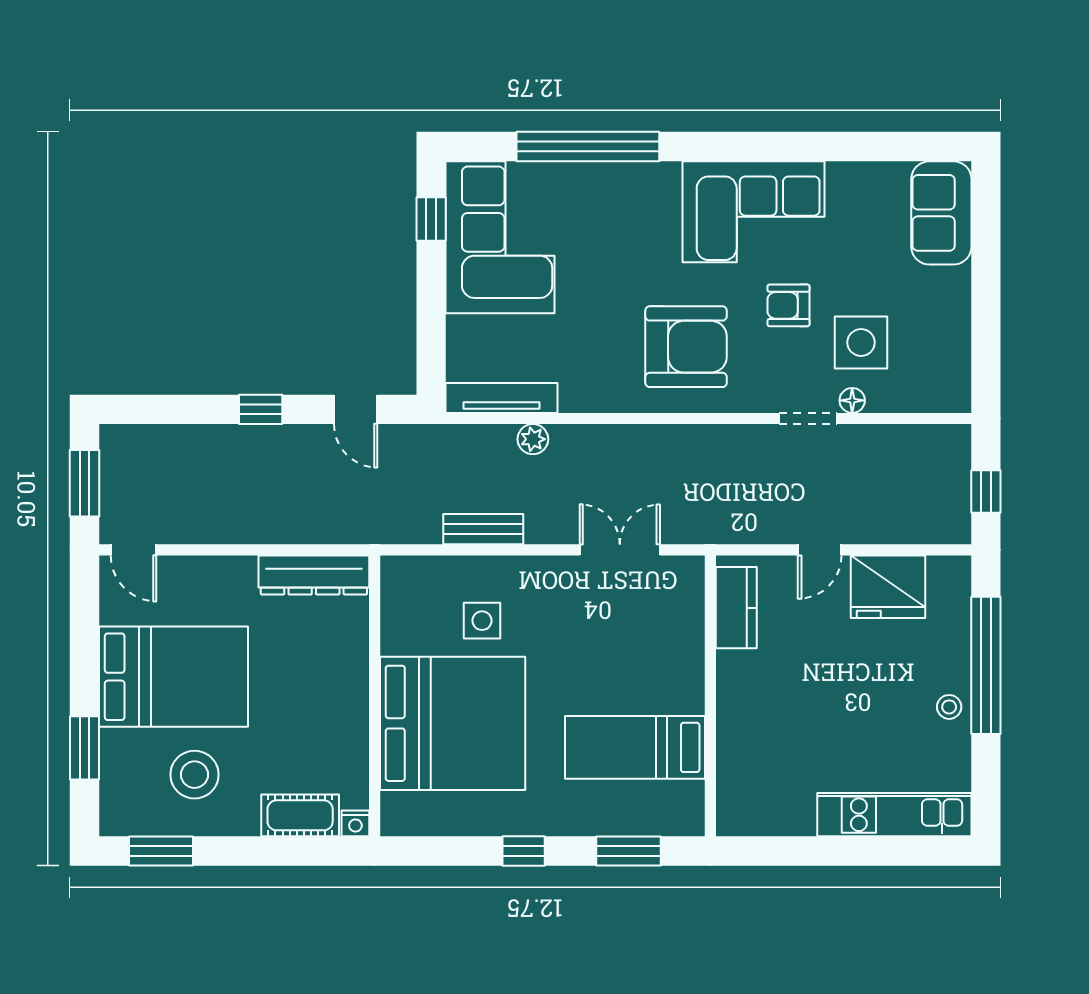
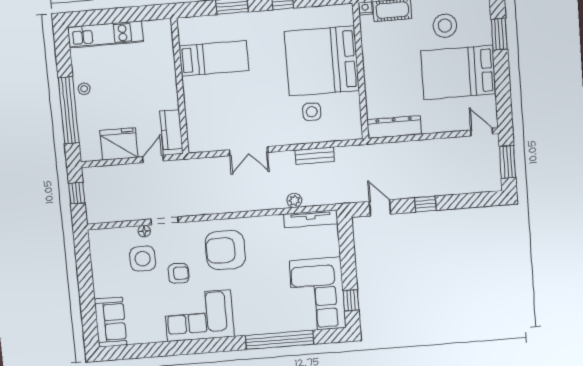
kitchen counter: (736, 608) -> (171, 130), moved
wall: (710, 696) -> (180, 86), moved
bed: (635, 747) -> (214, 58), moved

